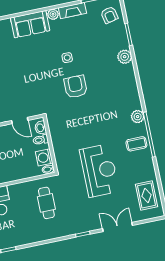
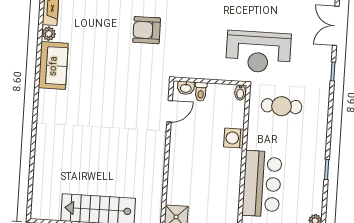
side table: (67, 58) -> (108, 31), removed
washing machine: (44, 157) -> (234, 138), moved, turned 90
reception desk: (99, 171) -> (258, 52), moved, turned 180

